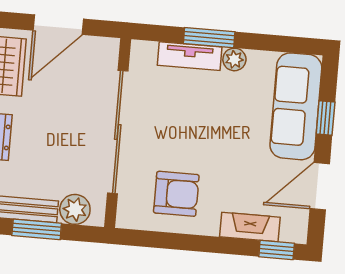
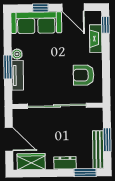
armchair: (176, 194) -> (84, 75), turned -90
plant: (75, 209) -> (96, 122), removed

